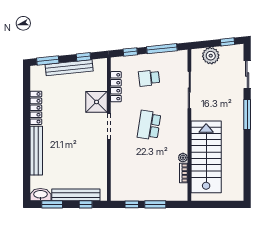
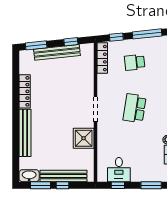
locker: (116, 87) -> (102, 58), moved
shower: (97, 102) -> (84, 138), moved
desk: (133, 188) -> (119, 170), added
window: (86, 204) -> (63, 185), moved
window: (155, 204) -> (151, 185), moved

